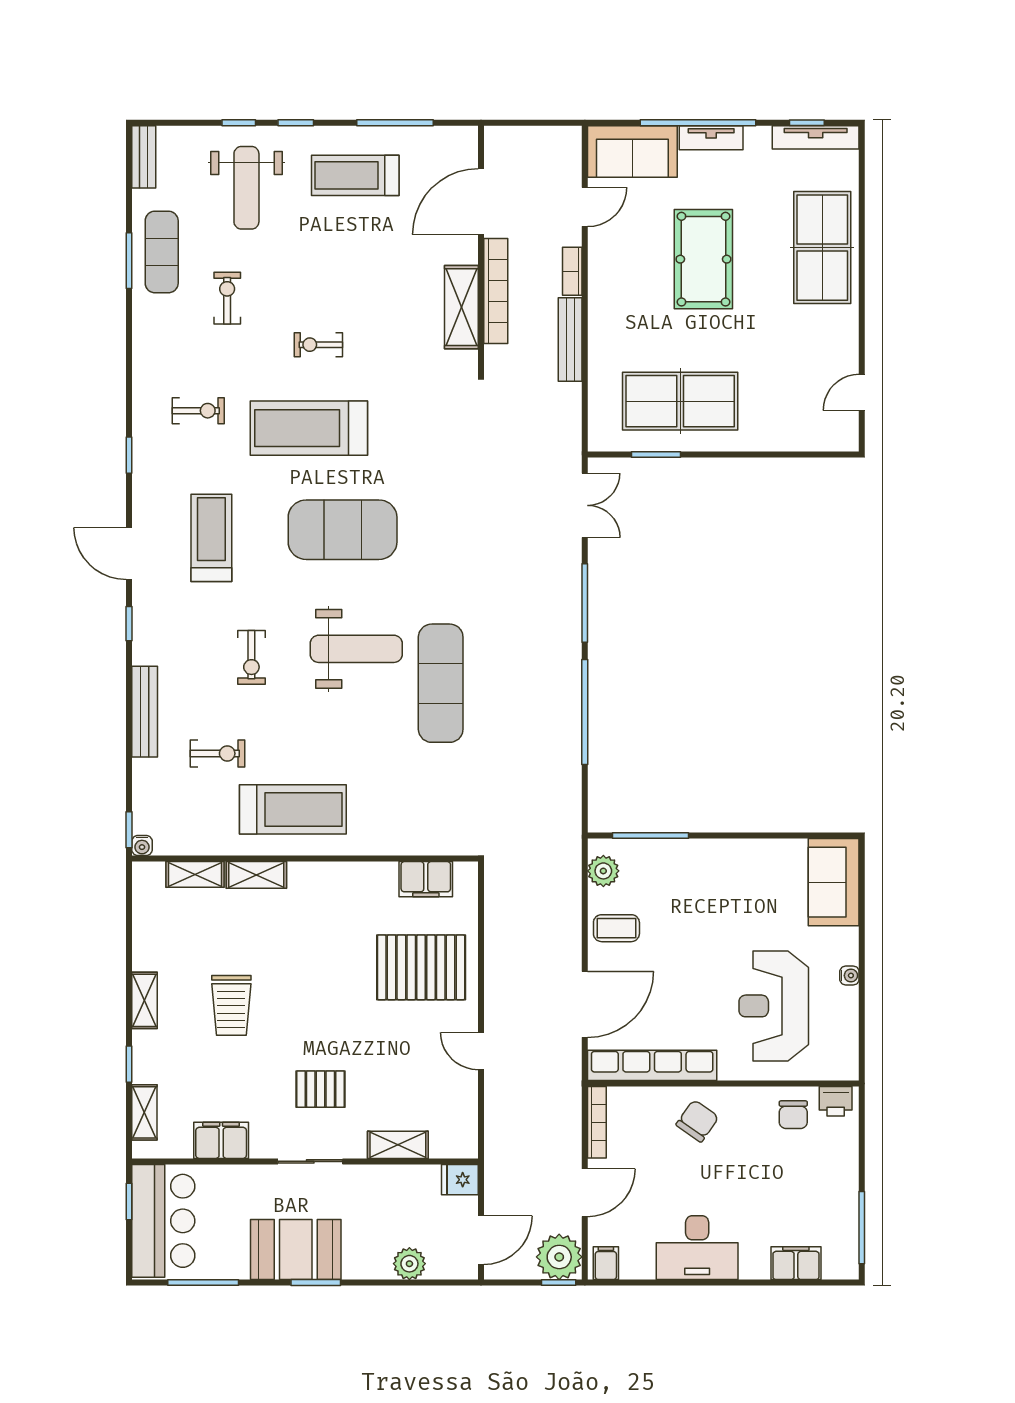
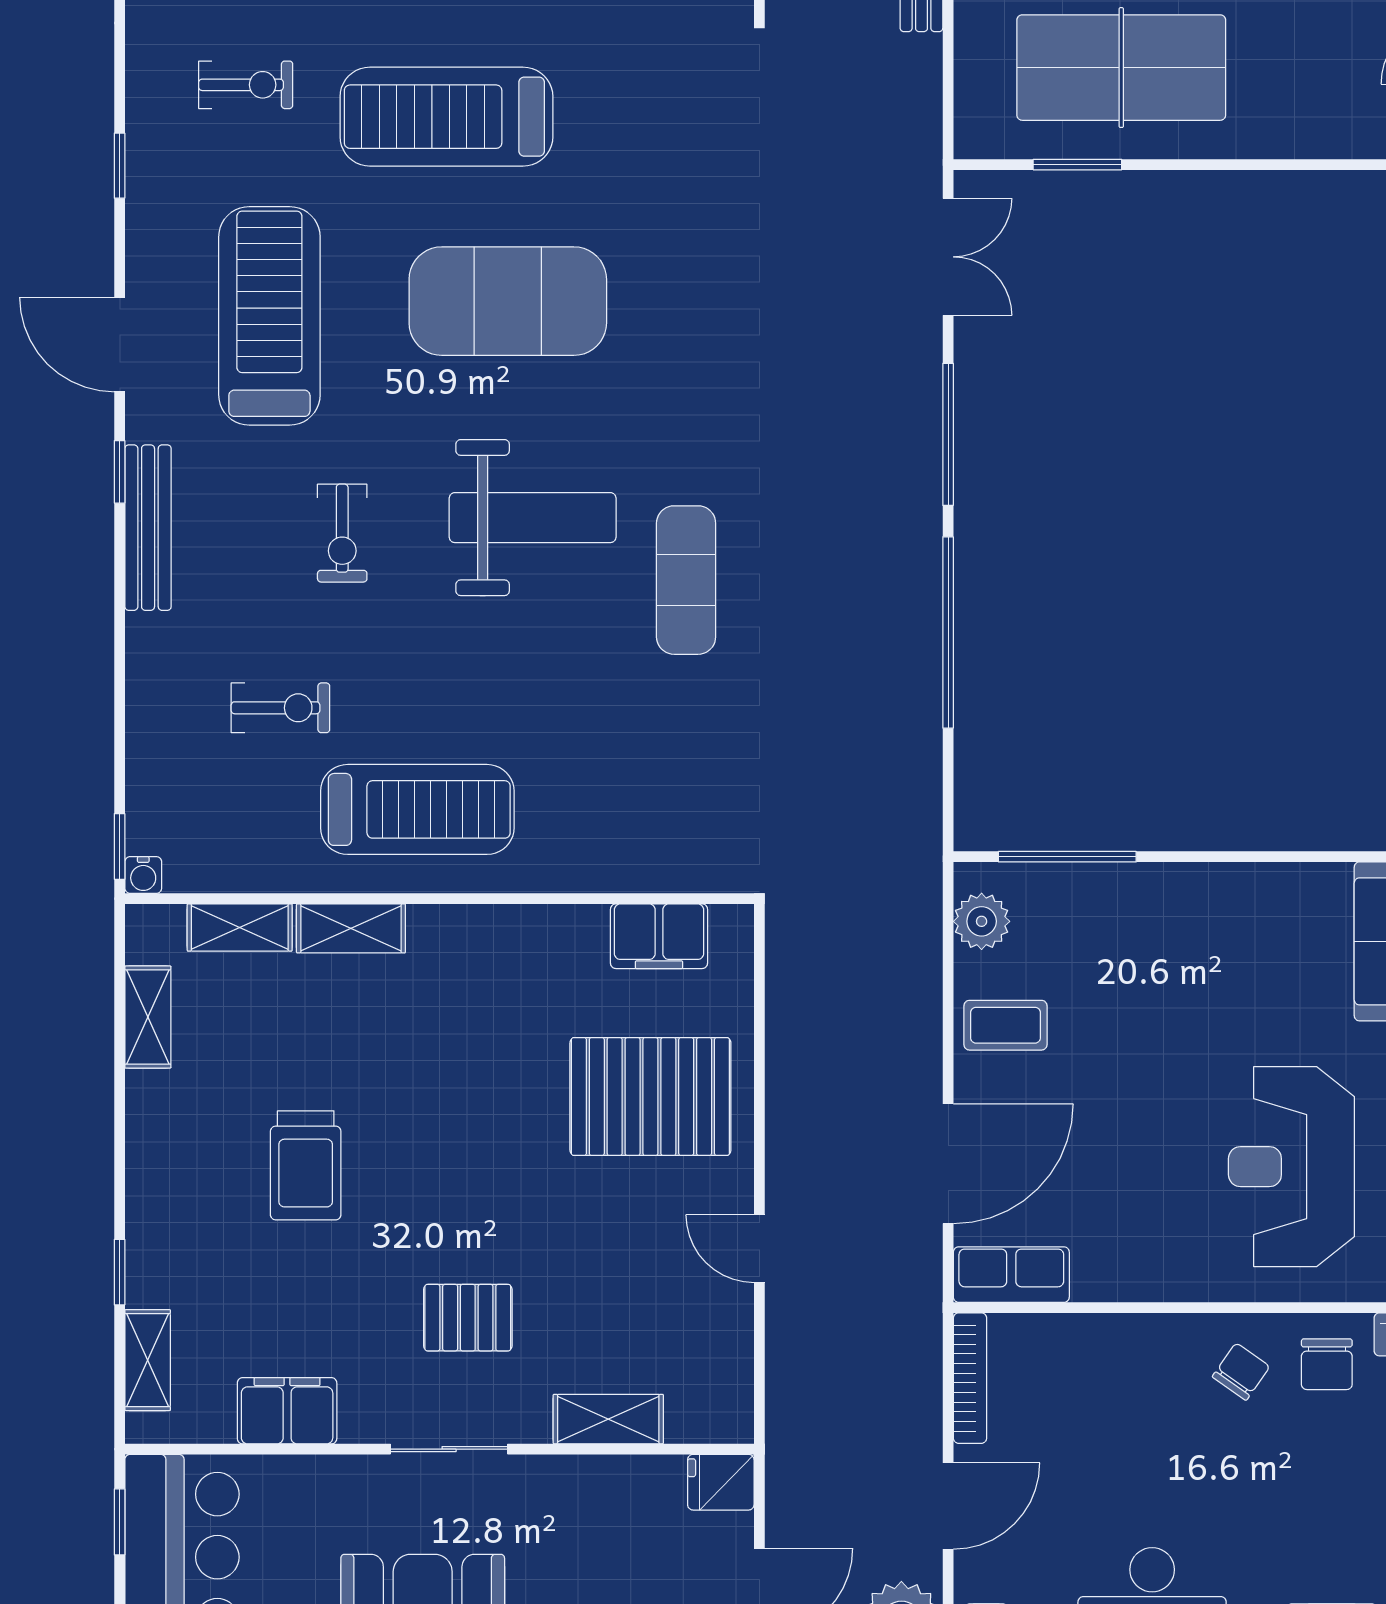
treadmill: (211, 538) -> (269, 316), width x1.37, depth x1.38
exercise mat: (441, 683) -> (686, 580), width x0.73, depth x0.69
bench: (145, 712) -> (148, 528), moved
shelving: (145, 1000) -> (148, 1017), moved
row of seats: (652, 1065) -> (1011, 1275), width x0.50
chair: (697, 1121) -> (1241, 1372), moved, width x0.73, depth x0.73

